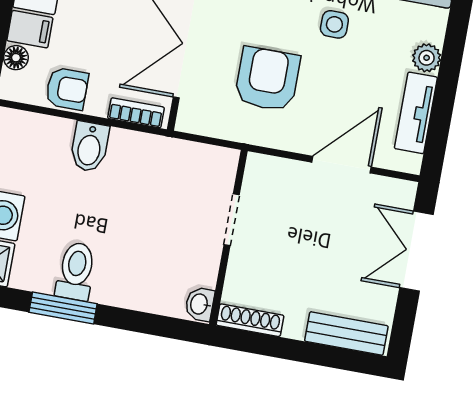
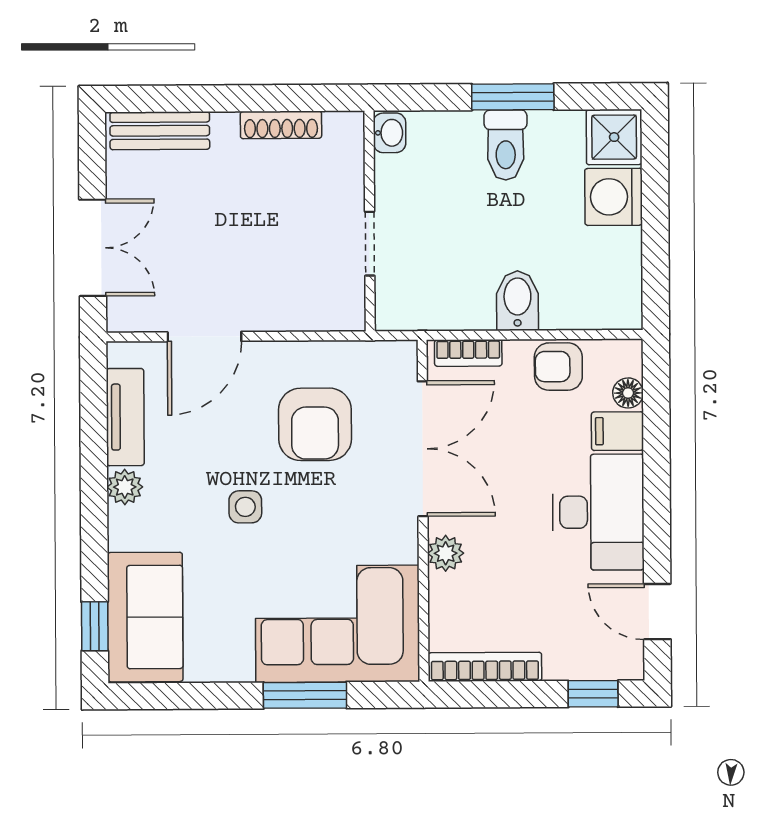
doorway: (232, 220) -> (370, 244), moved
wall: (228, 238) -> (370, 221), moved
washbasin: (200, 304) -> (390, 133), moved

